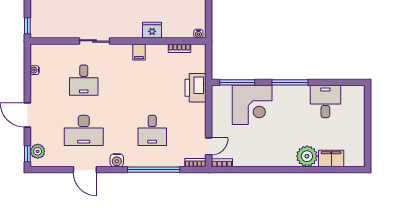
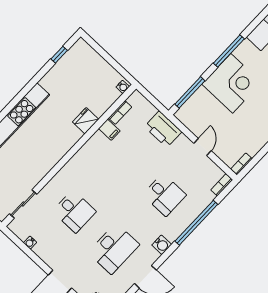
sliding door: (94, 41) -> (23, 204), moved
filing cabinet: (139, 52) -> (109, 130), moved
corner desk: (252, 105) -> (232, 83), moved
door: (209, 146) -> (203, 147), moved

